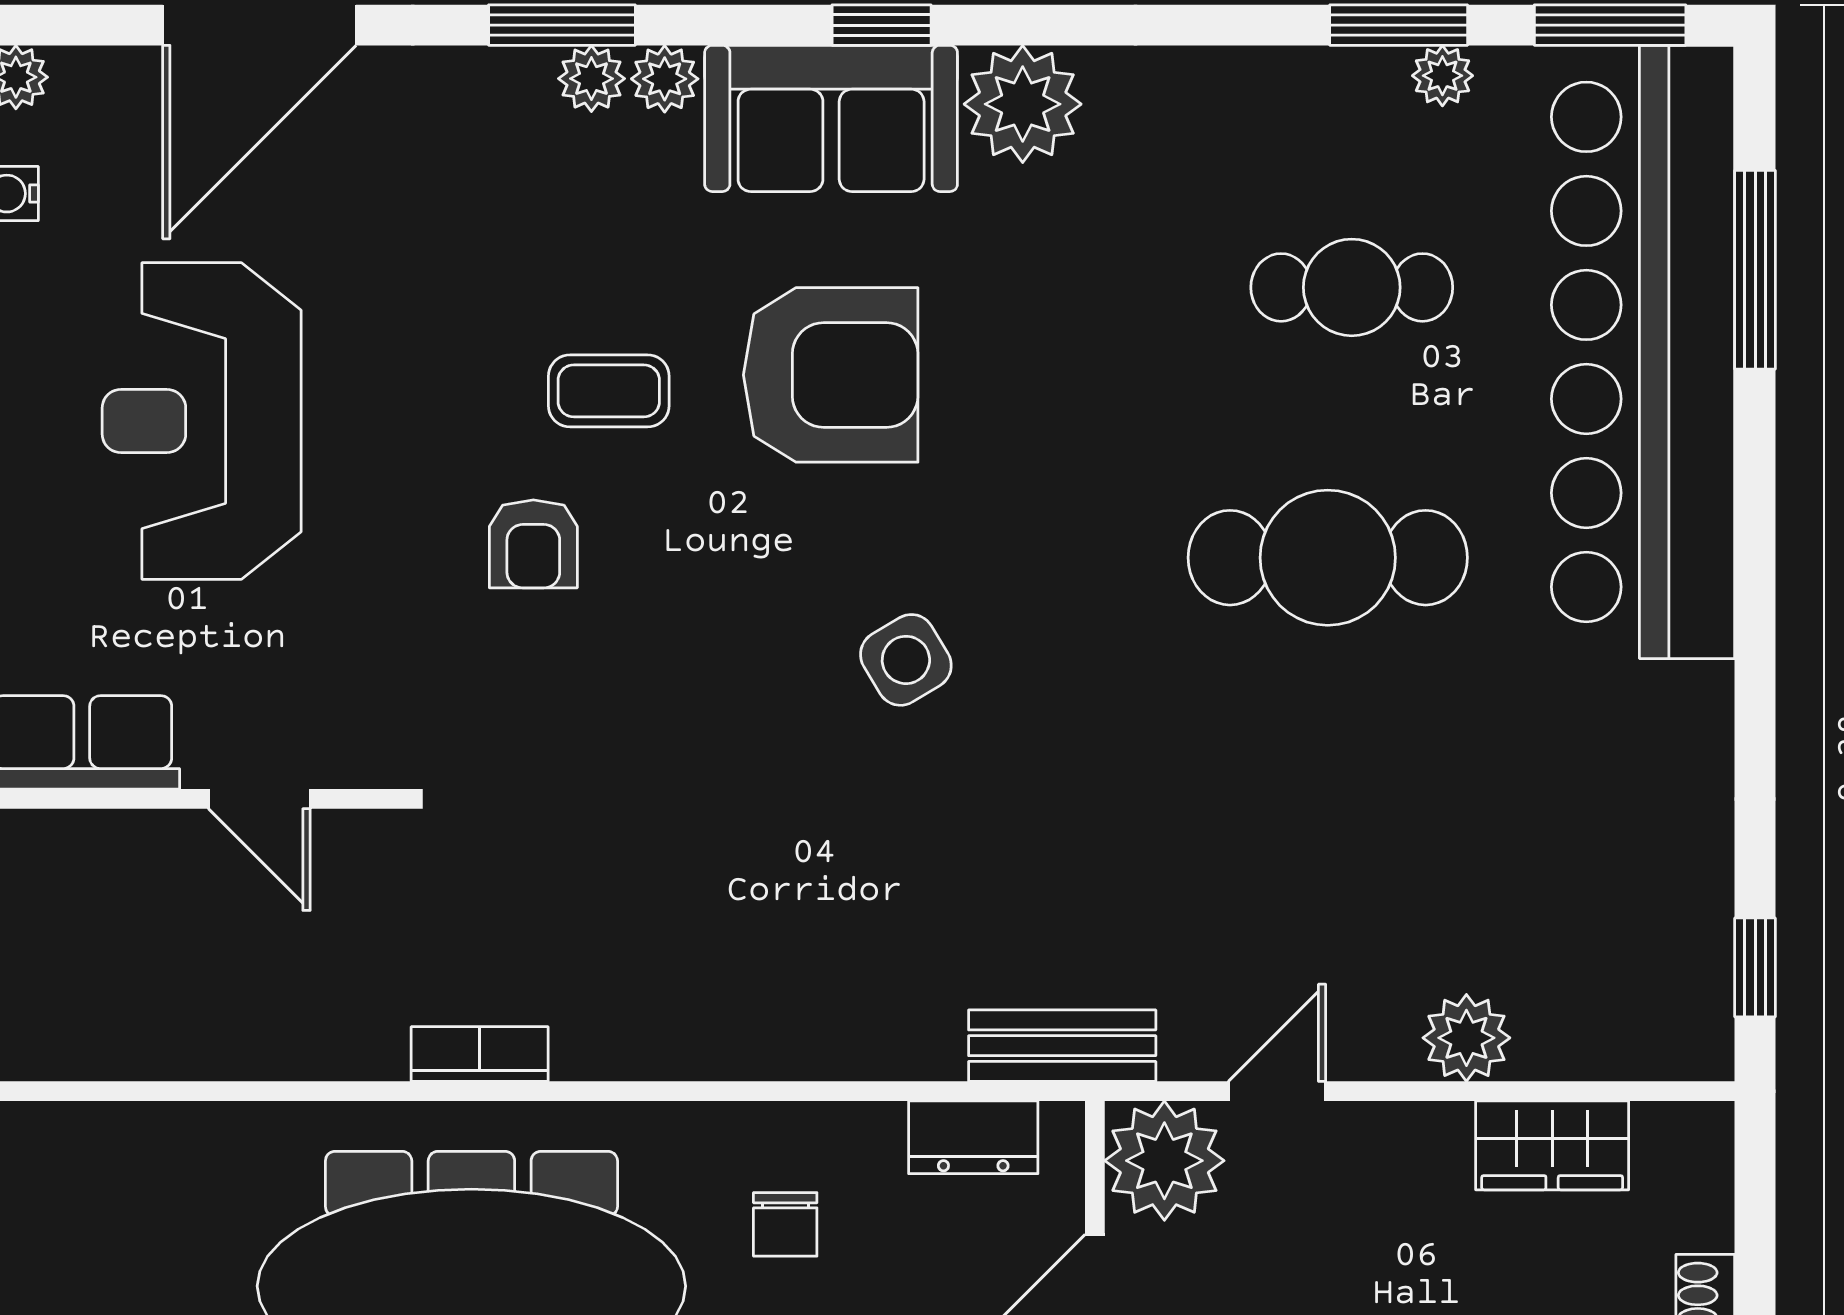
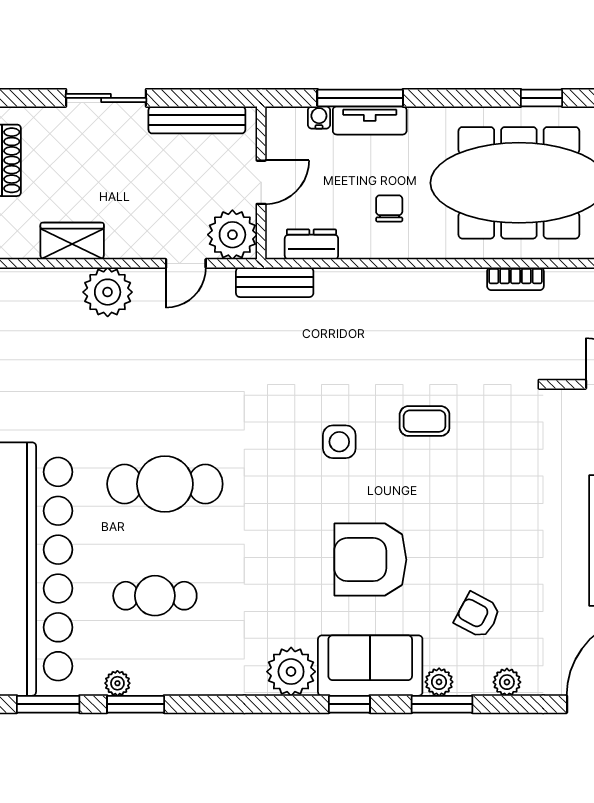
window: (562, 25) -> (442, 704), moved
plant: (591, 79) -> (507, 682), moved
coffee table: (609, 391) -> (425, 421), moved
armchair: (533, 544) -> (478, 615), moved, turned -62
side table: (906, 660) -> (339, 442), turned 31
plant: (1466, 1038) -> (108, 292), width x1.36, depth x1.36

